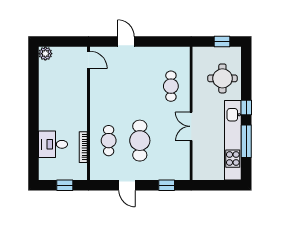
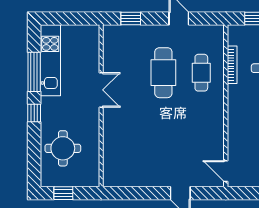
cafe table: (171, 86) -> (126, 139), removed
kitchen unit: (233, 140) -> (50, 60), width x0.73

